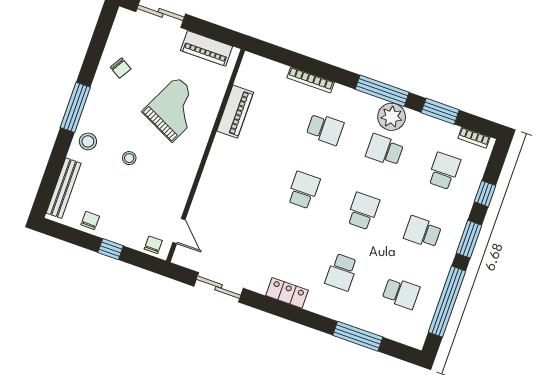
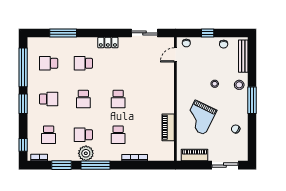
school desk: (325, 129) -> (118, 135), turned -90
school desk: (385, 150) -> (83, 135), turned 180
window: (485, 194) -> (23, 145), moved
door: (179, 231) -> (175, 55), hinge flipped
school desk: (342, 272) -> (83, 63), turned -90

